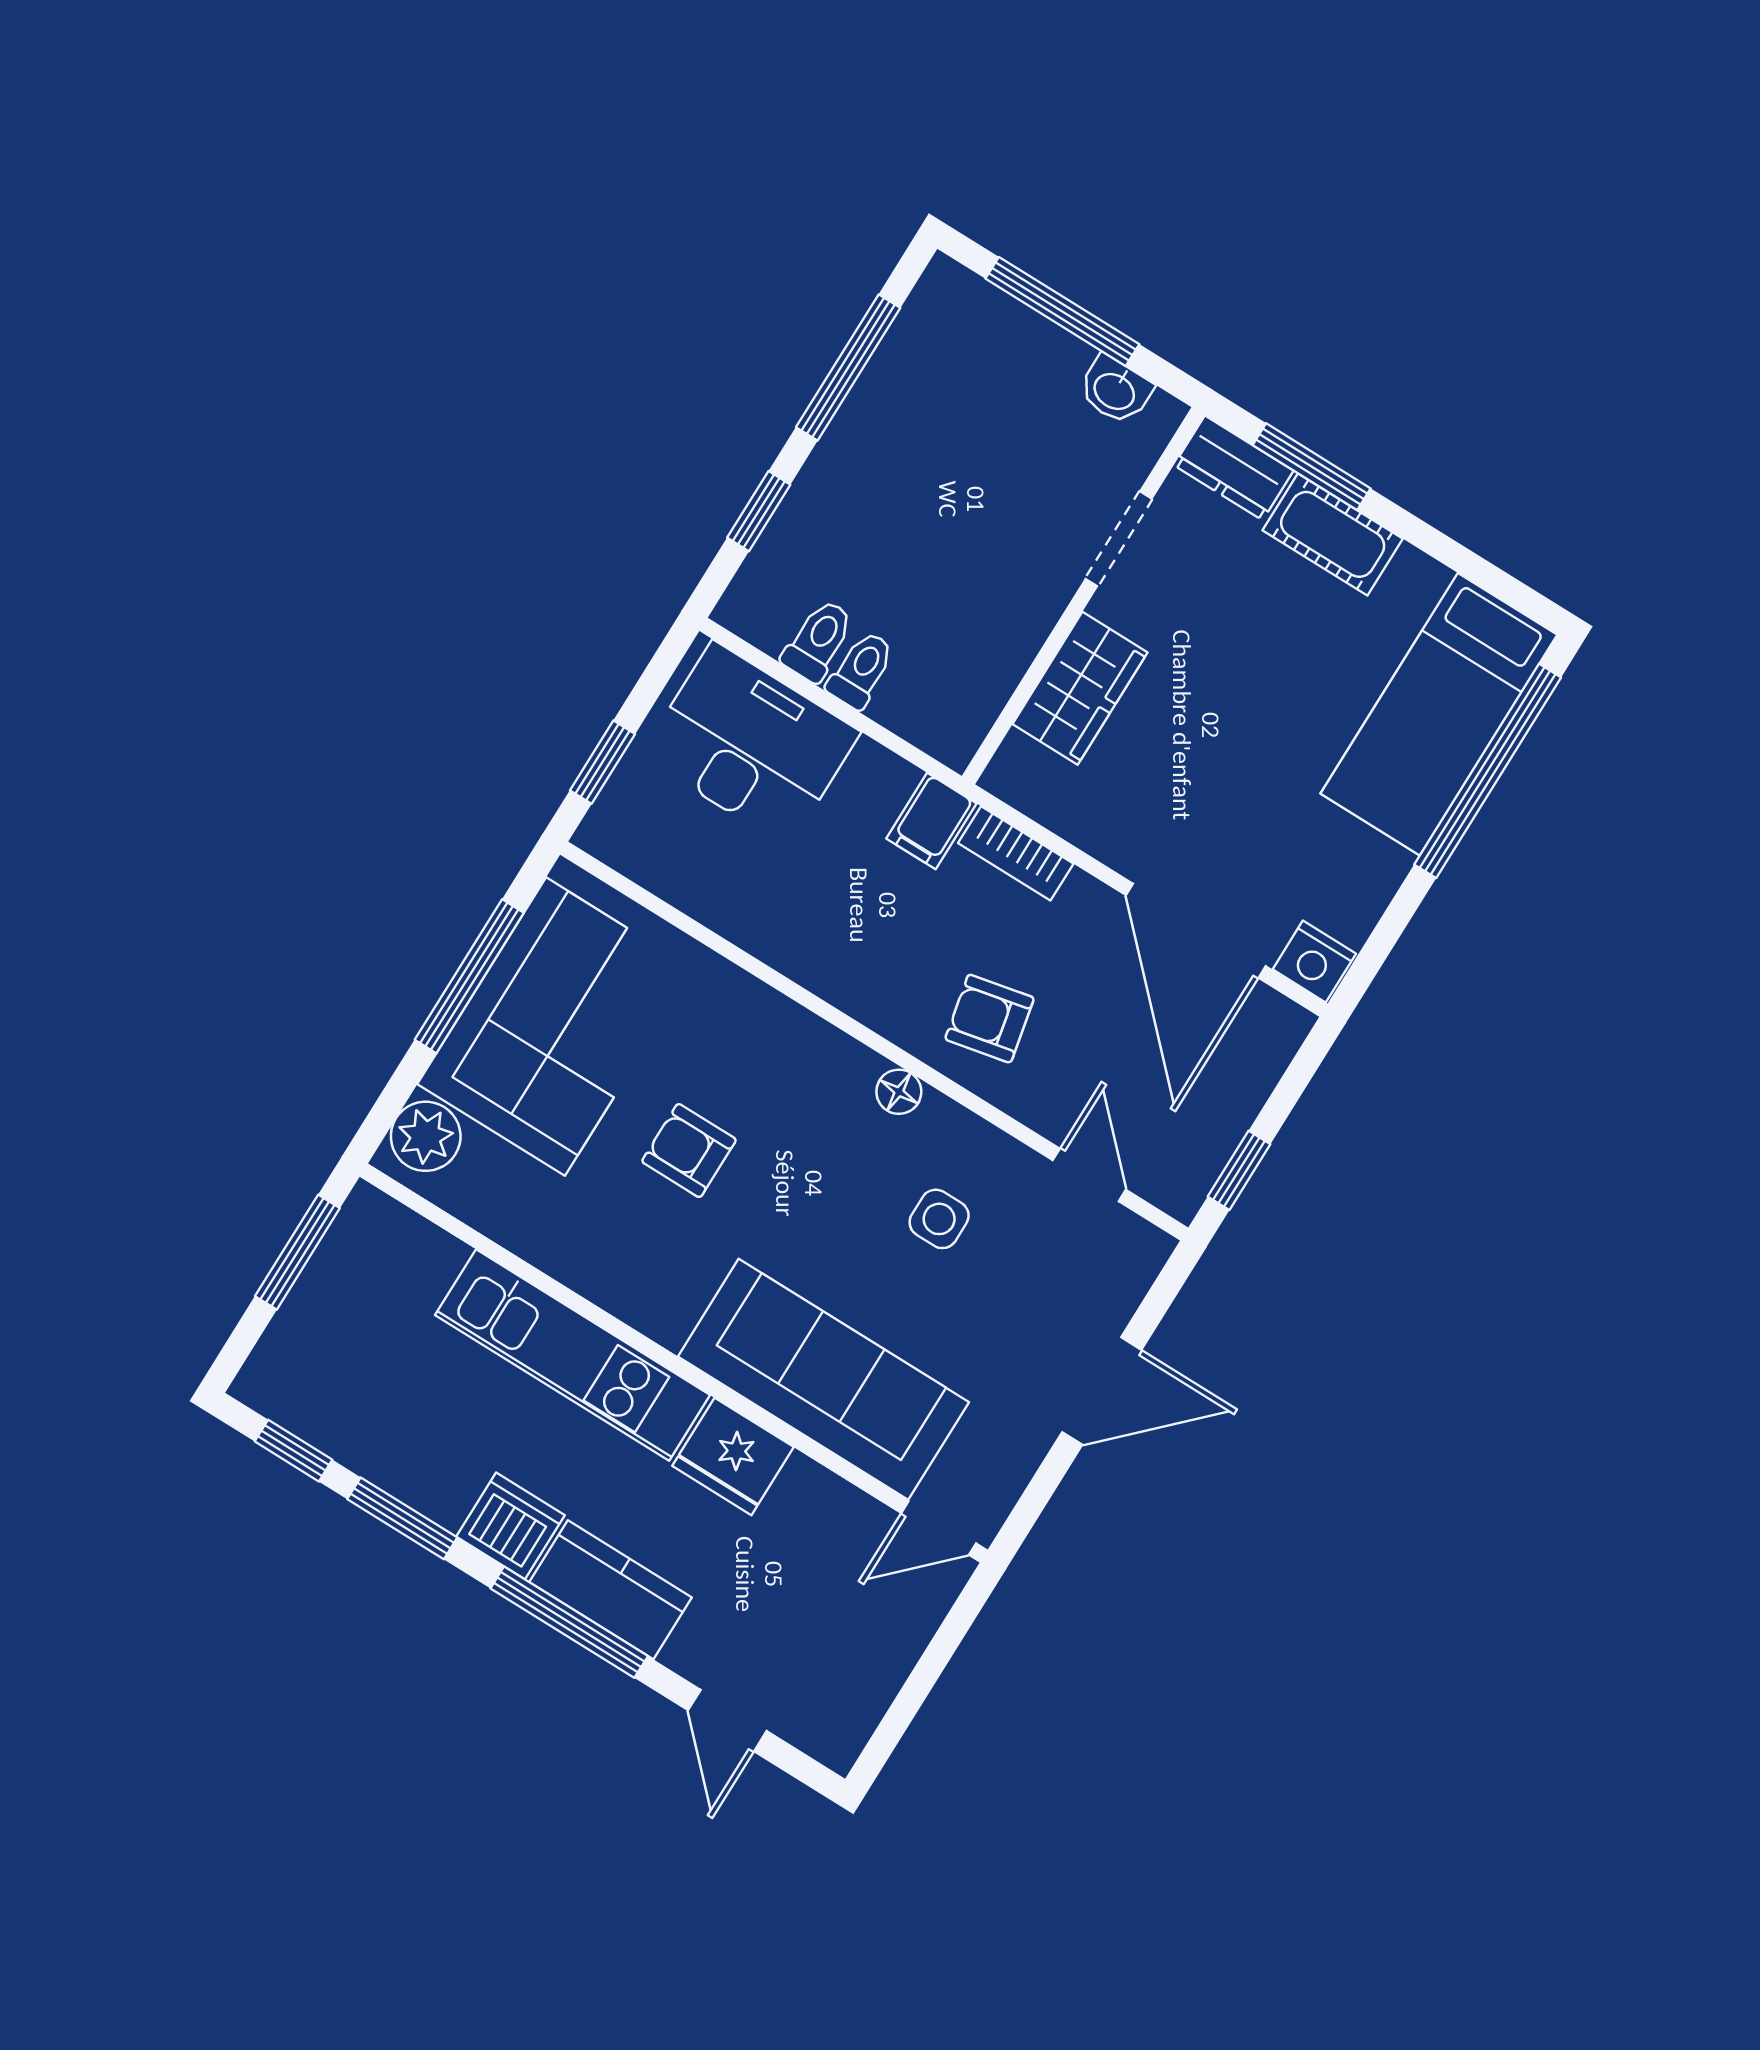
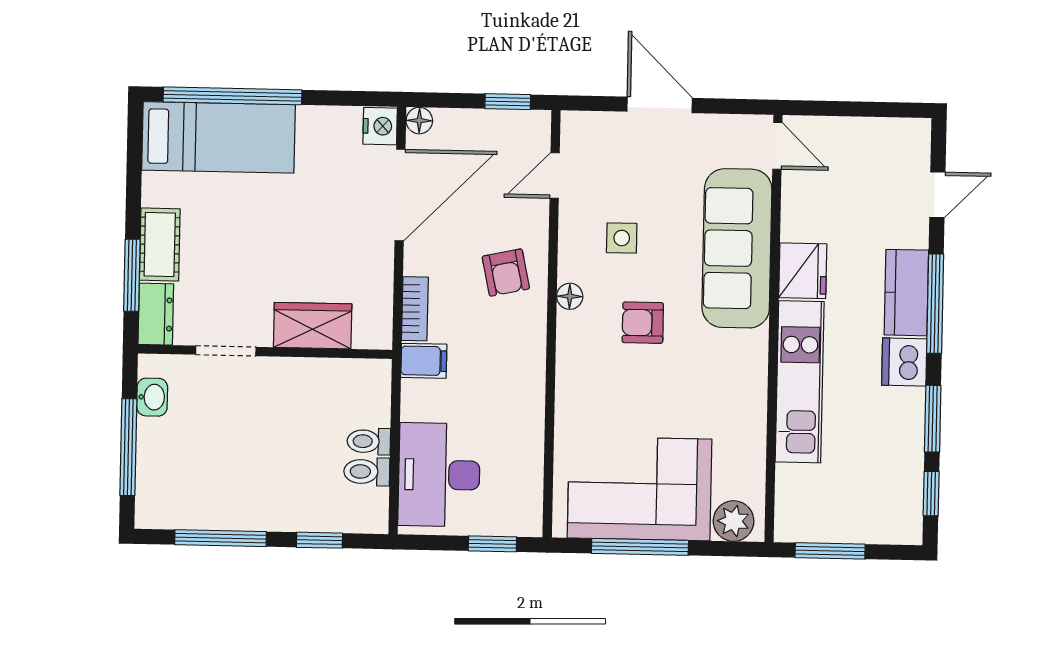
floor lamp: (1288, 1024) -> (419, 121), added
armchair: (689, 1151) -> (643, 323), moved, turned 90

